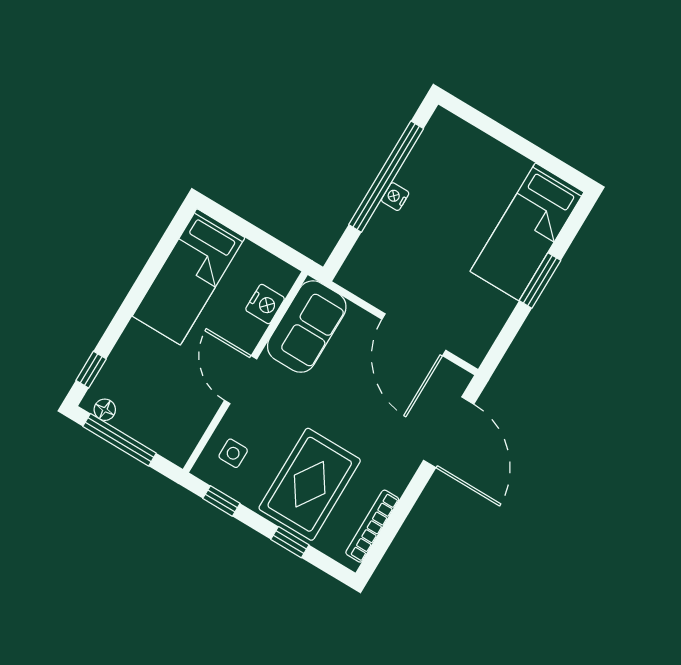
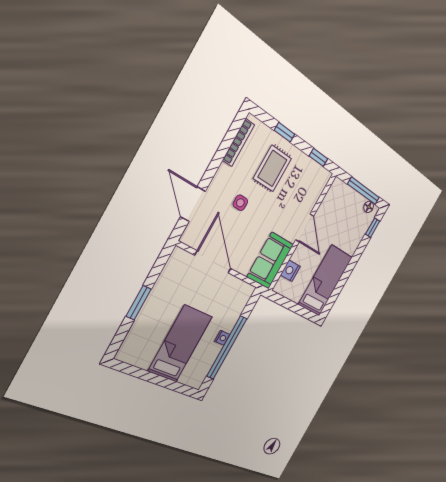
bed: (527, 232) -> (180, 344), moved
door: (449, 432) -> (193, 204), width x0.73
side table: (233, 453) -> (240, 203), moved
rug: (310, 484) -> (272, 168), width x0.73, depth x0.70

